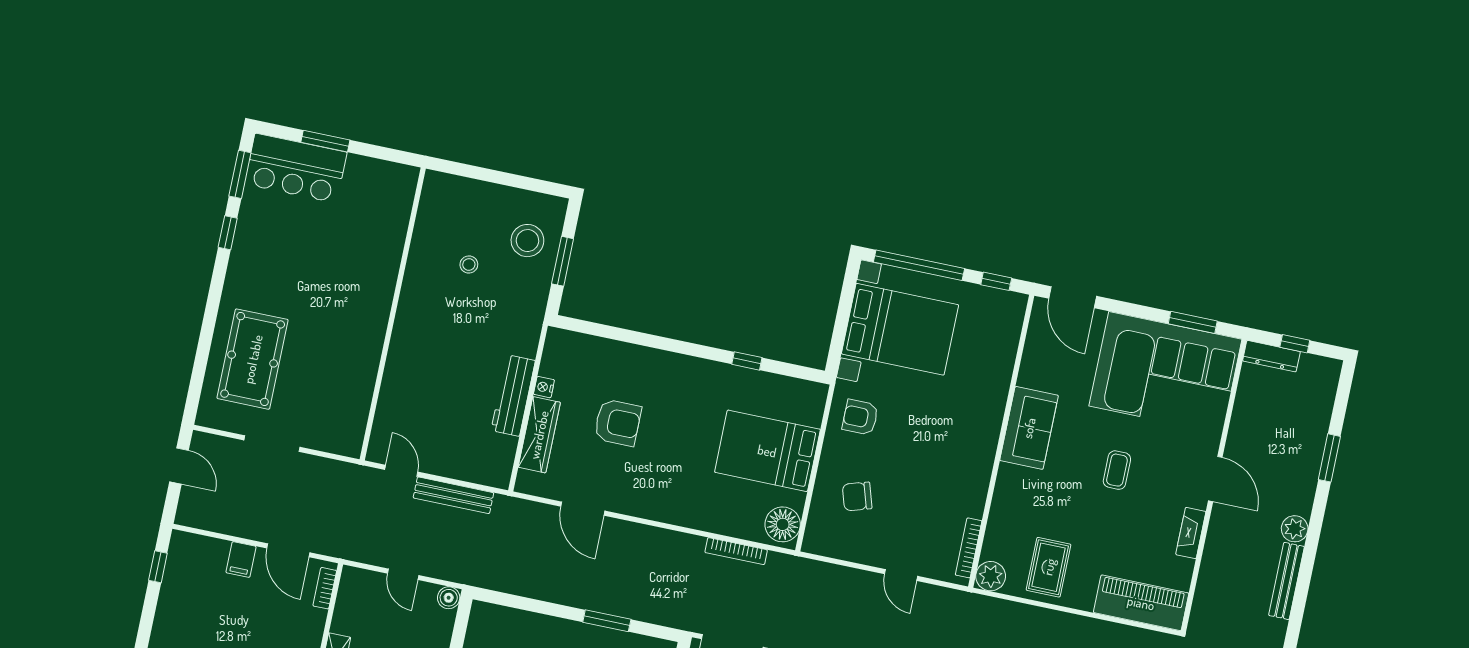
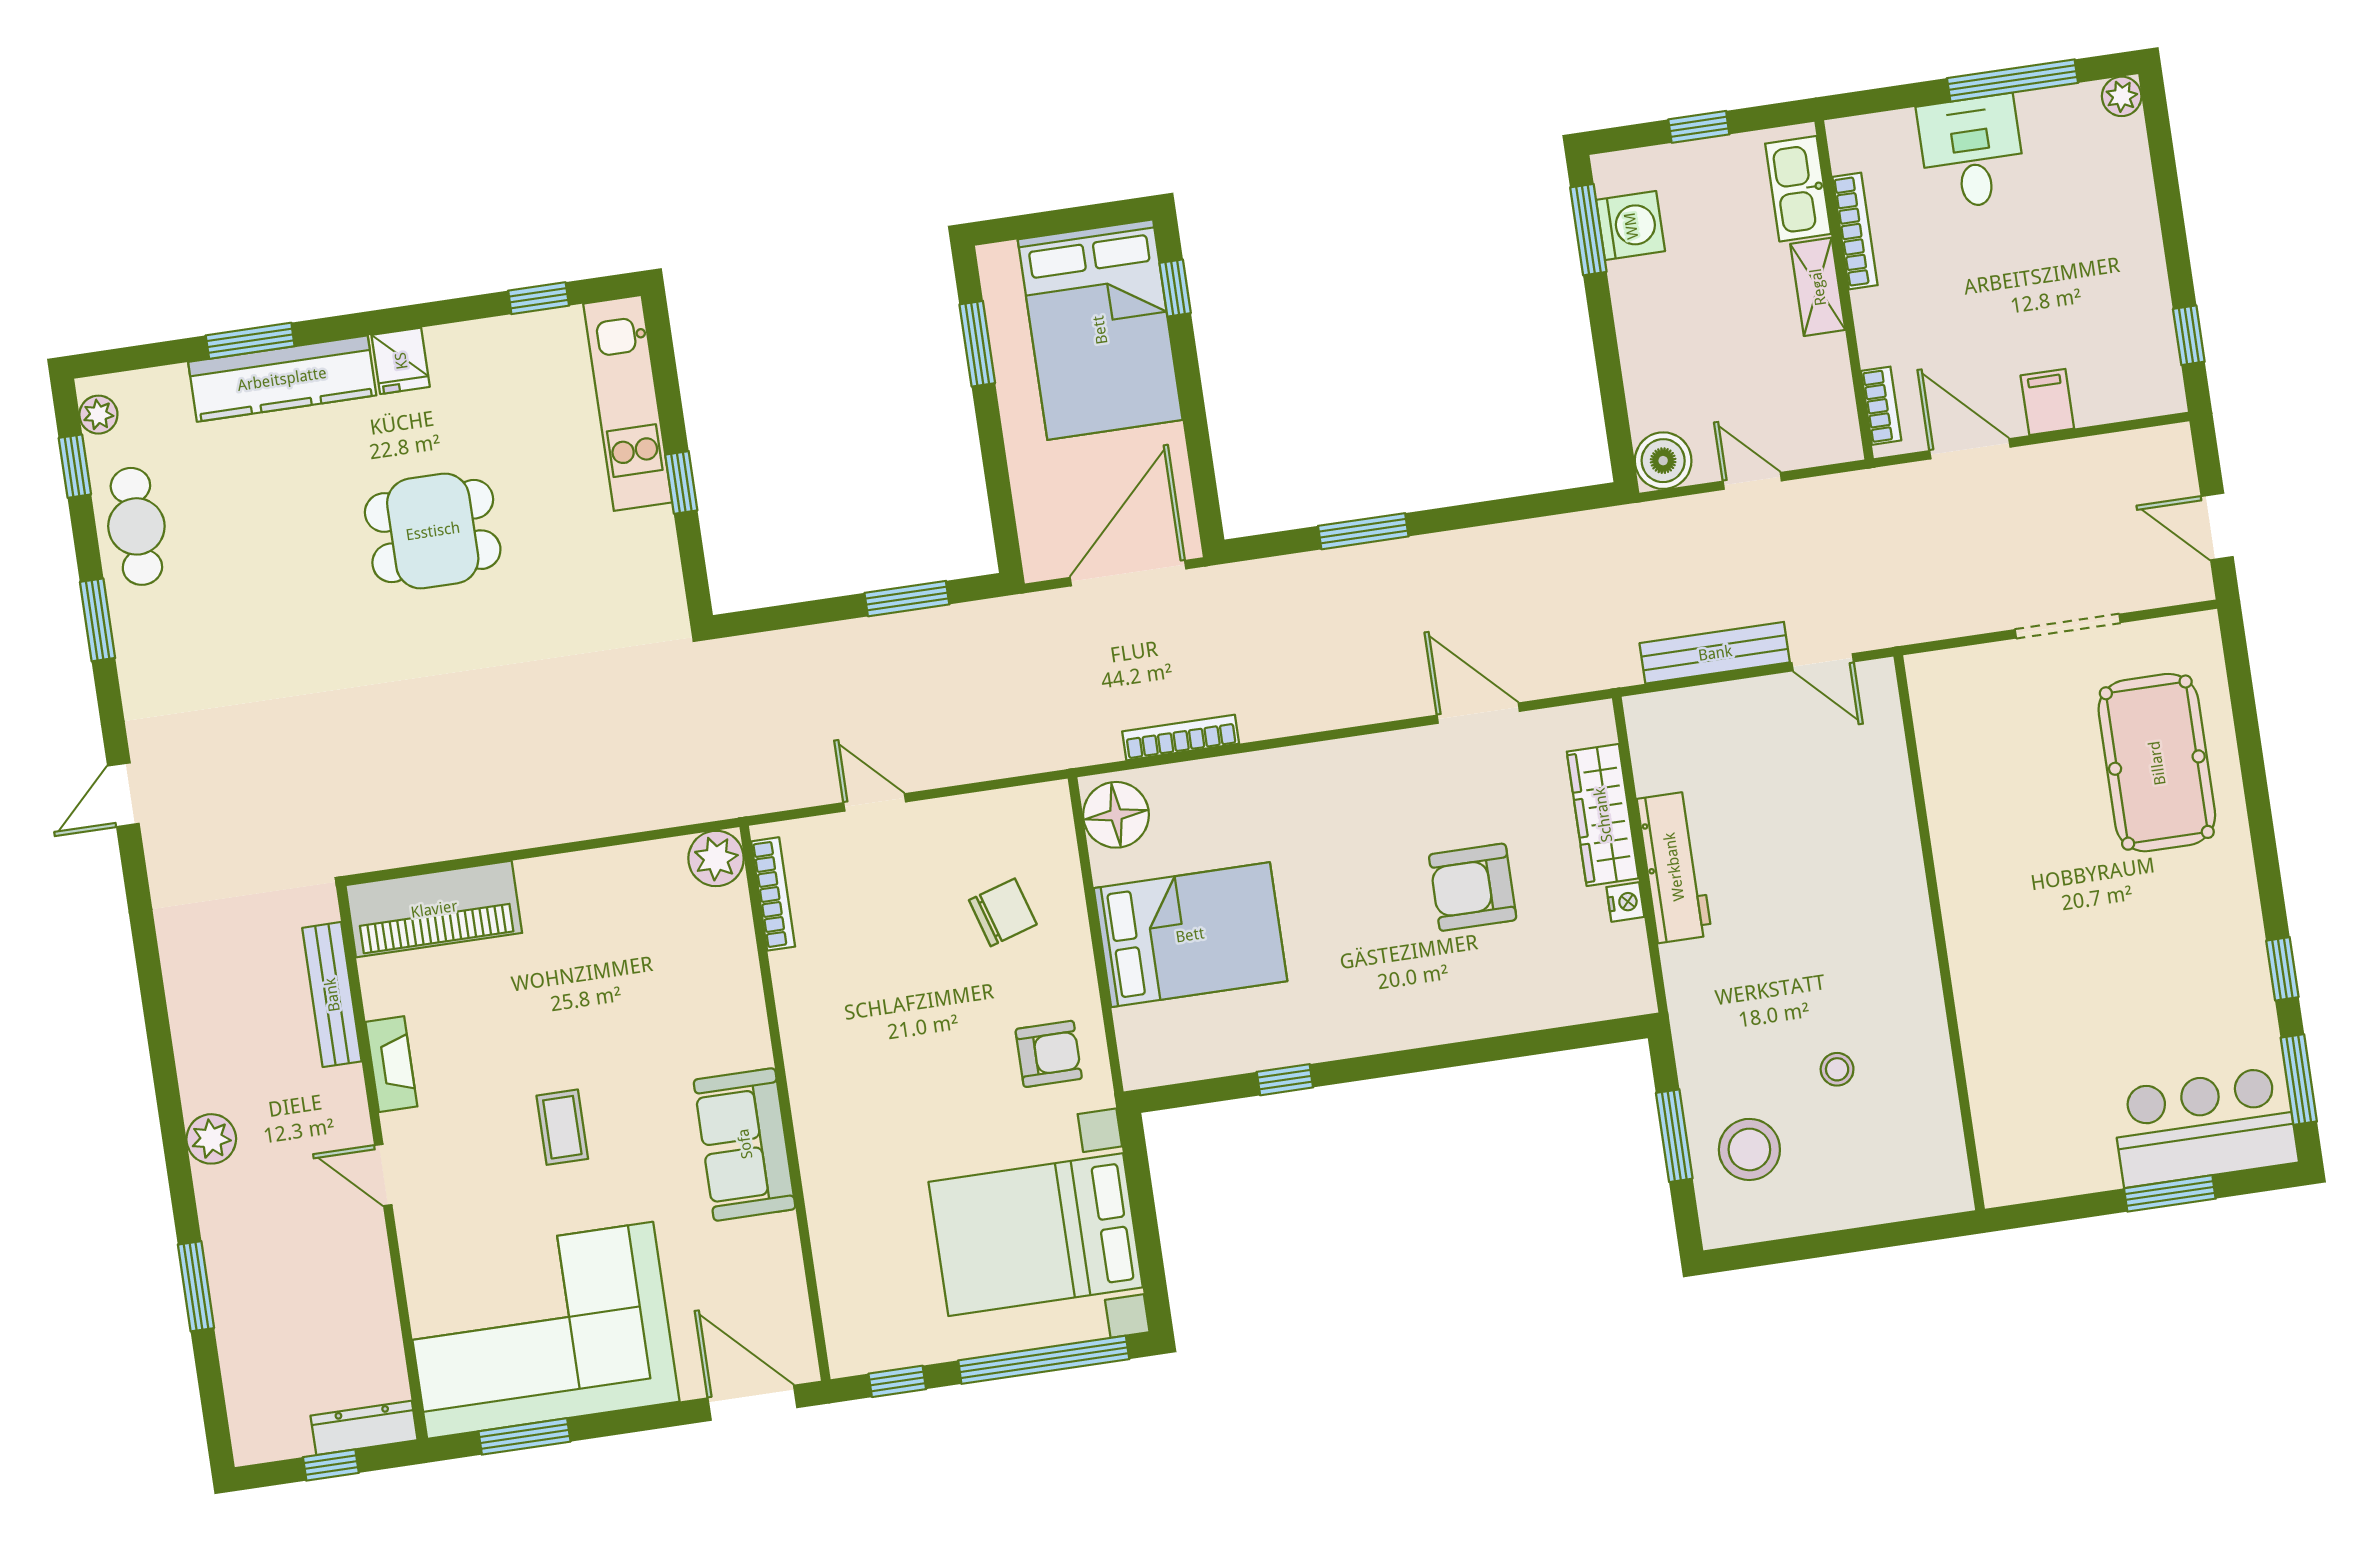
door: (1215, 479) -> (383, 1175), width x0.73
rug: (1049, 567) -> (620, 912), removed
bench: (1287, 581) -> (332, 995), moved
boiler: (449, 598) -> (1663, 461), width x1.36, depth x1.36

